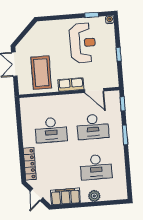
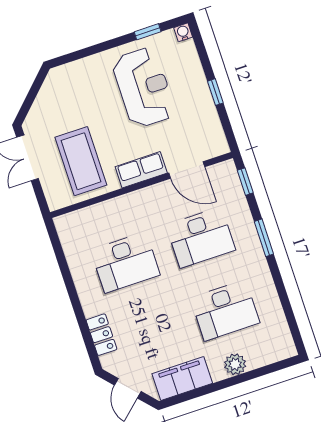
locker: (30, 164) -> (101, 335), width x0.66

